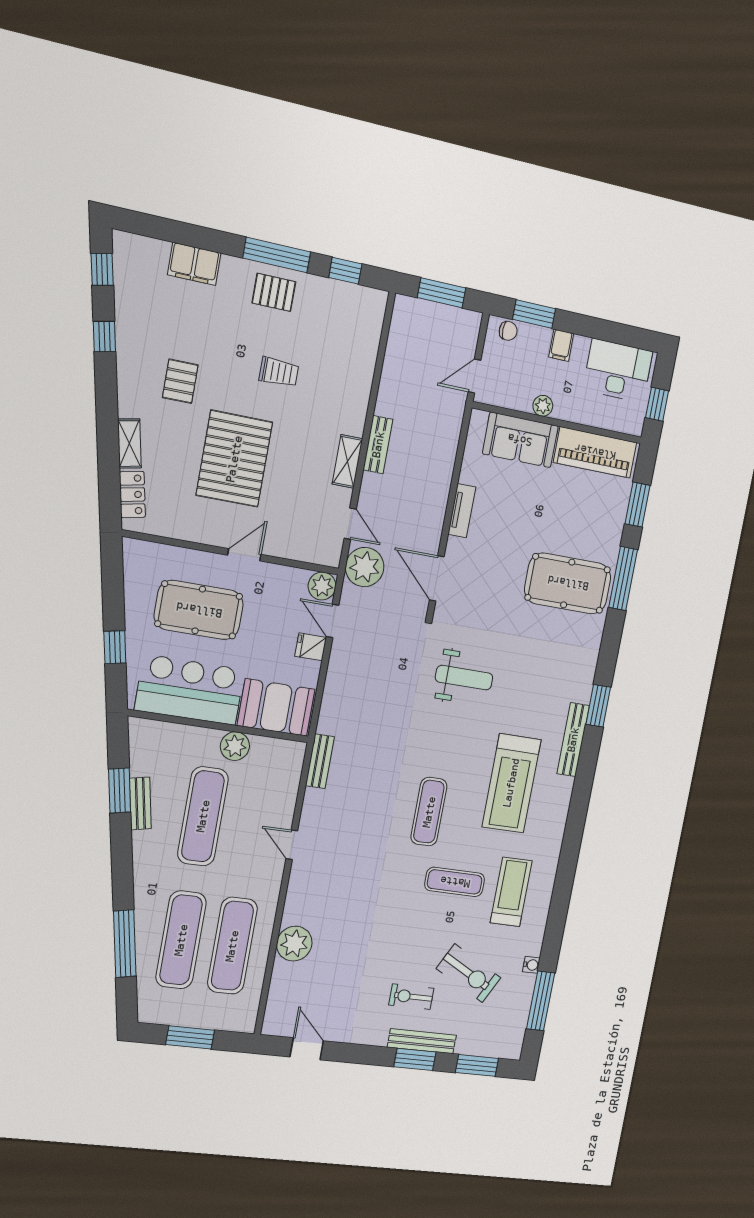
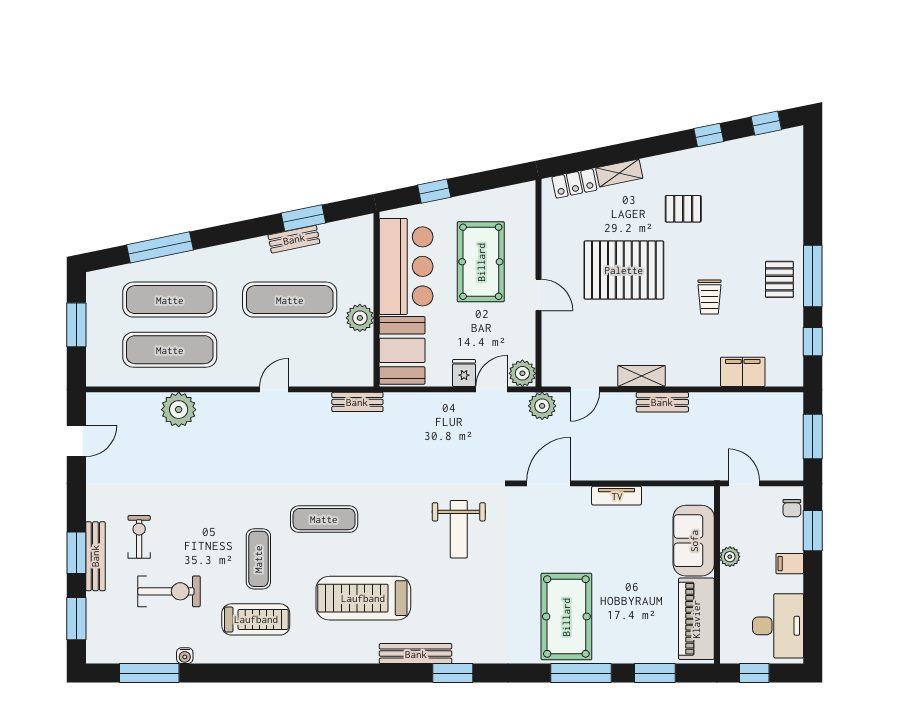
filing cabinet: (194, 264) -> (743, 372), moved, turned 90
plant: (365, 567) -> (542, 406), width x0.73, depth x0.73
exercise bike: (469, 973) -> (169, 591), turned -118

